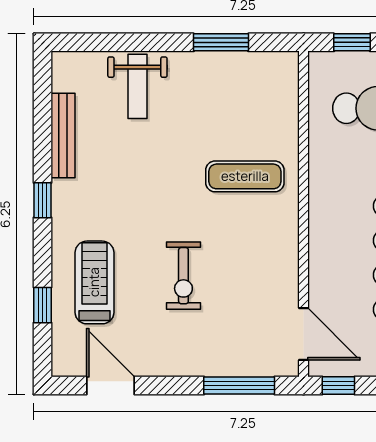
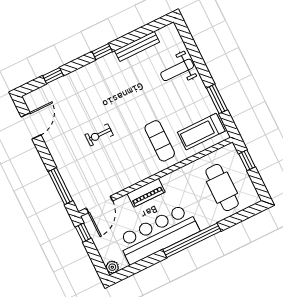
piano: (323, 244) -> (146, 193), added
exercise bike: (183, 276) -> (99, 135), width x0.73, depth x0.72
treadmill: (94, 282) -> (201, 132), moved, turned 180

